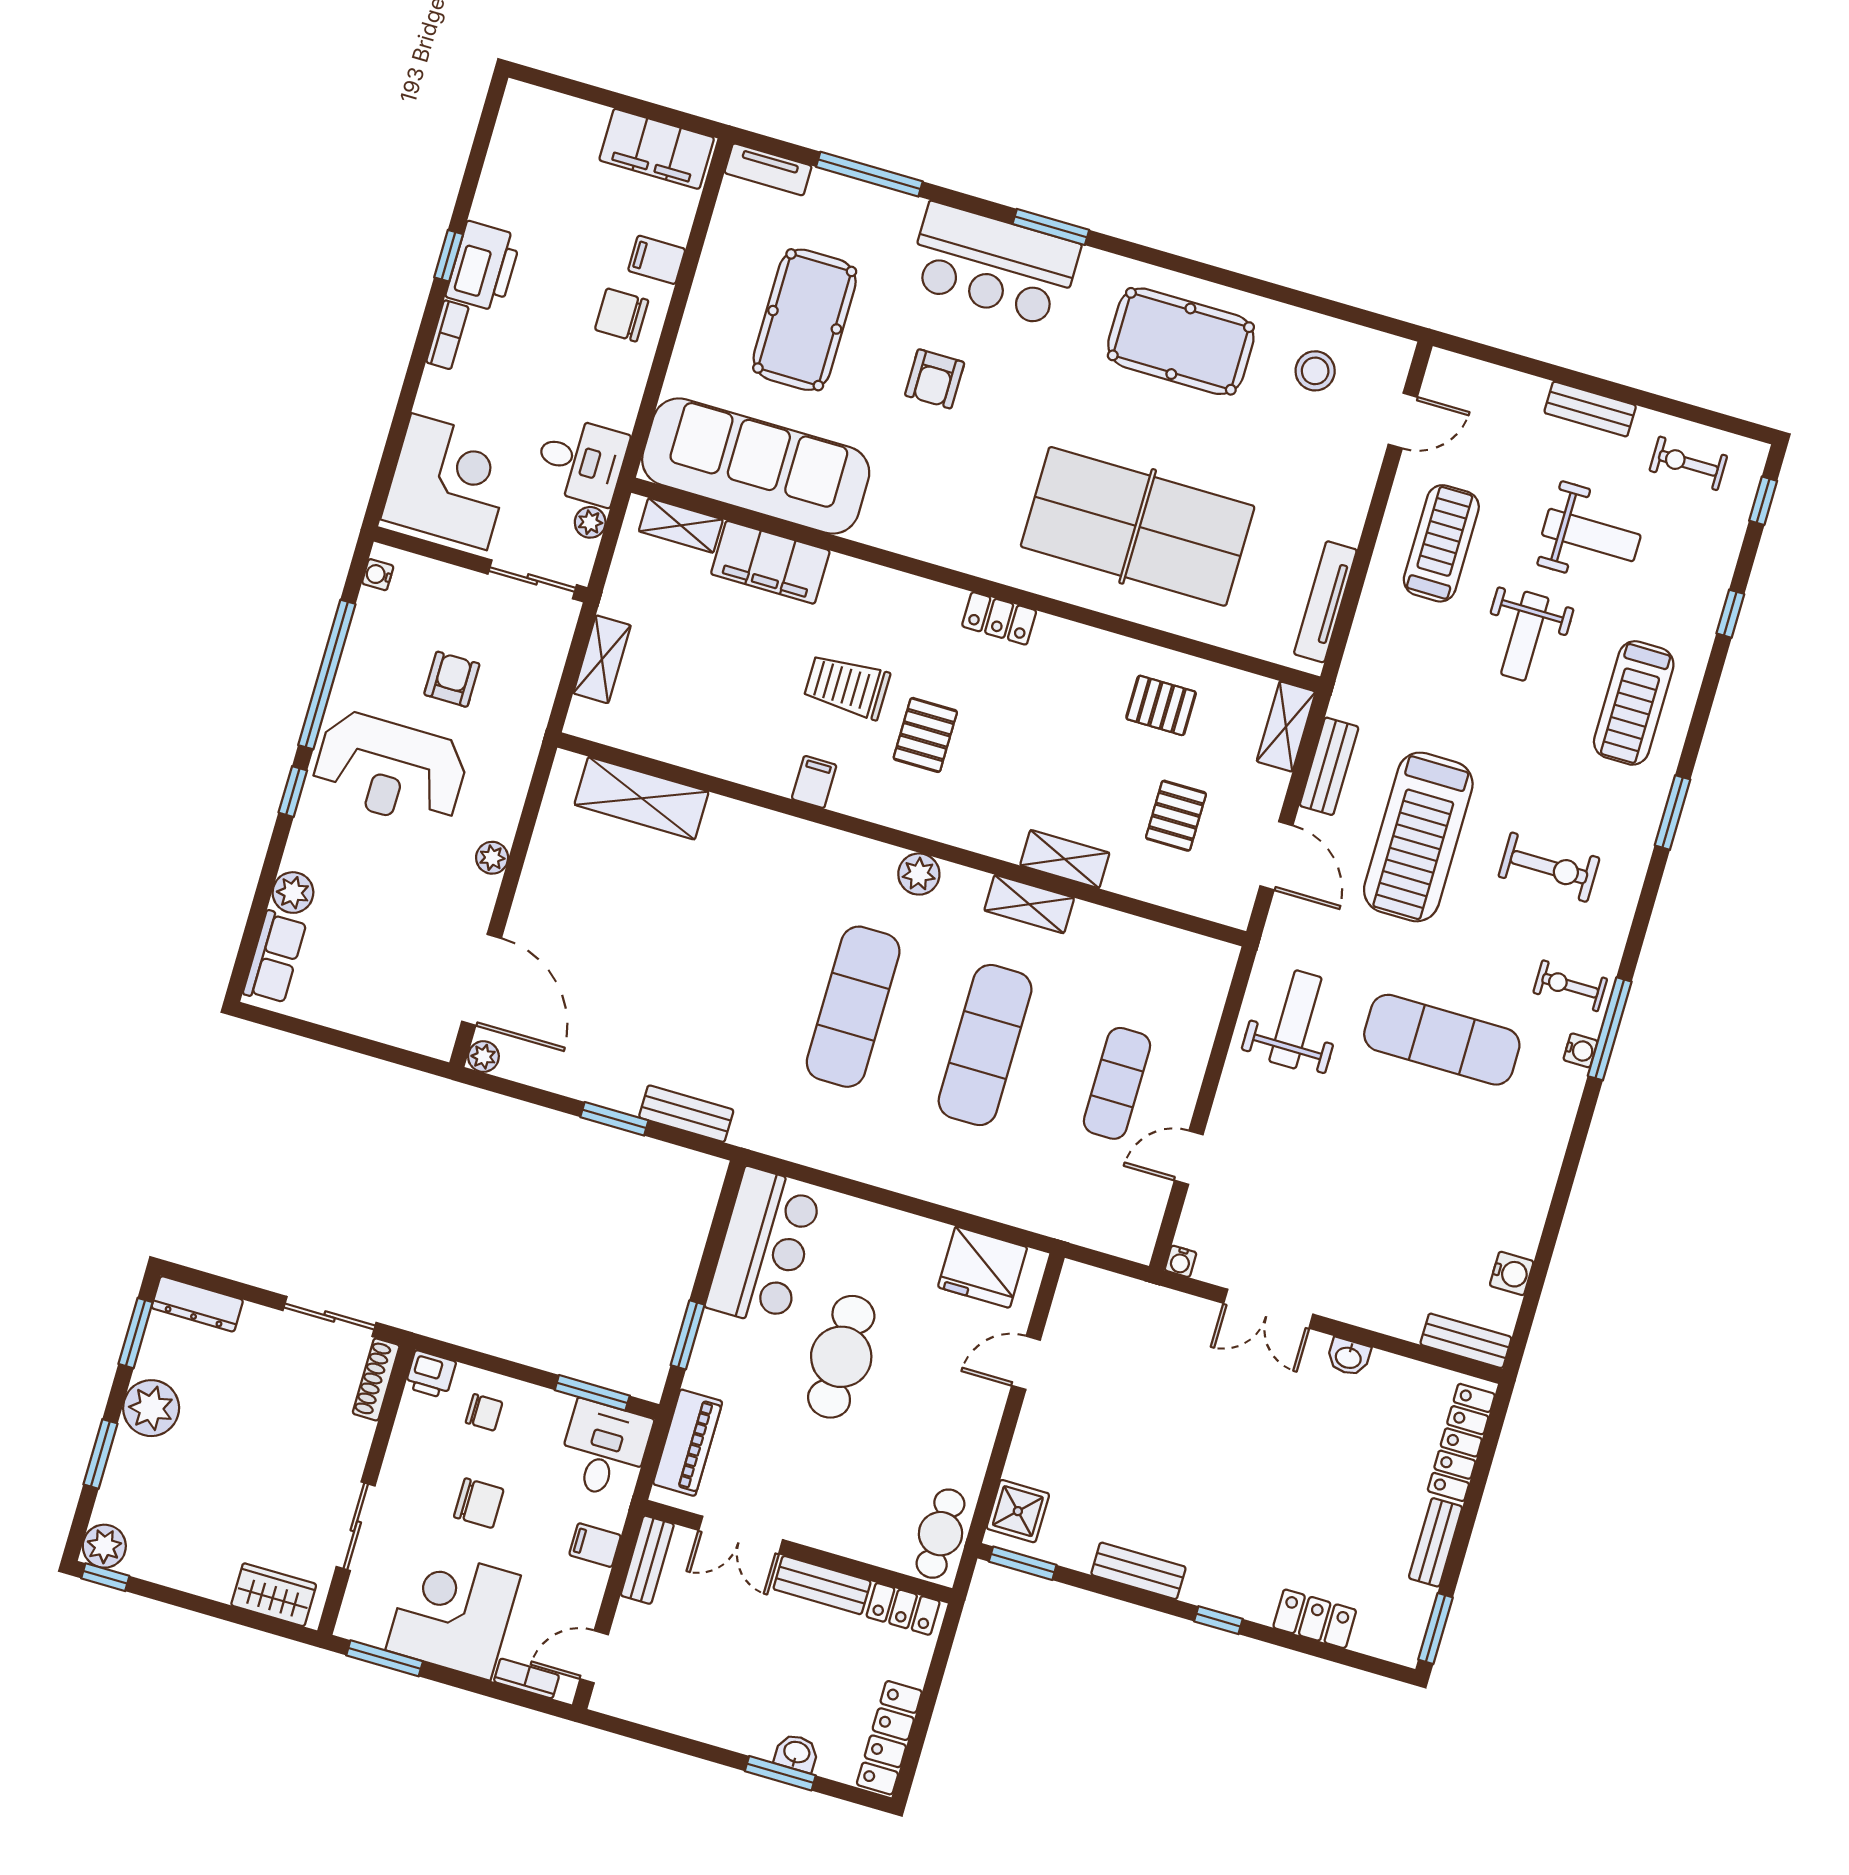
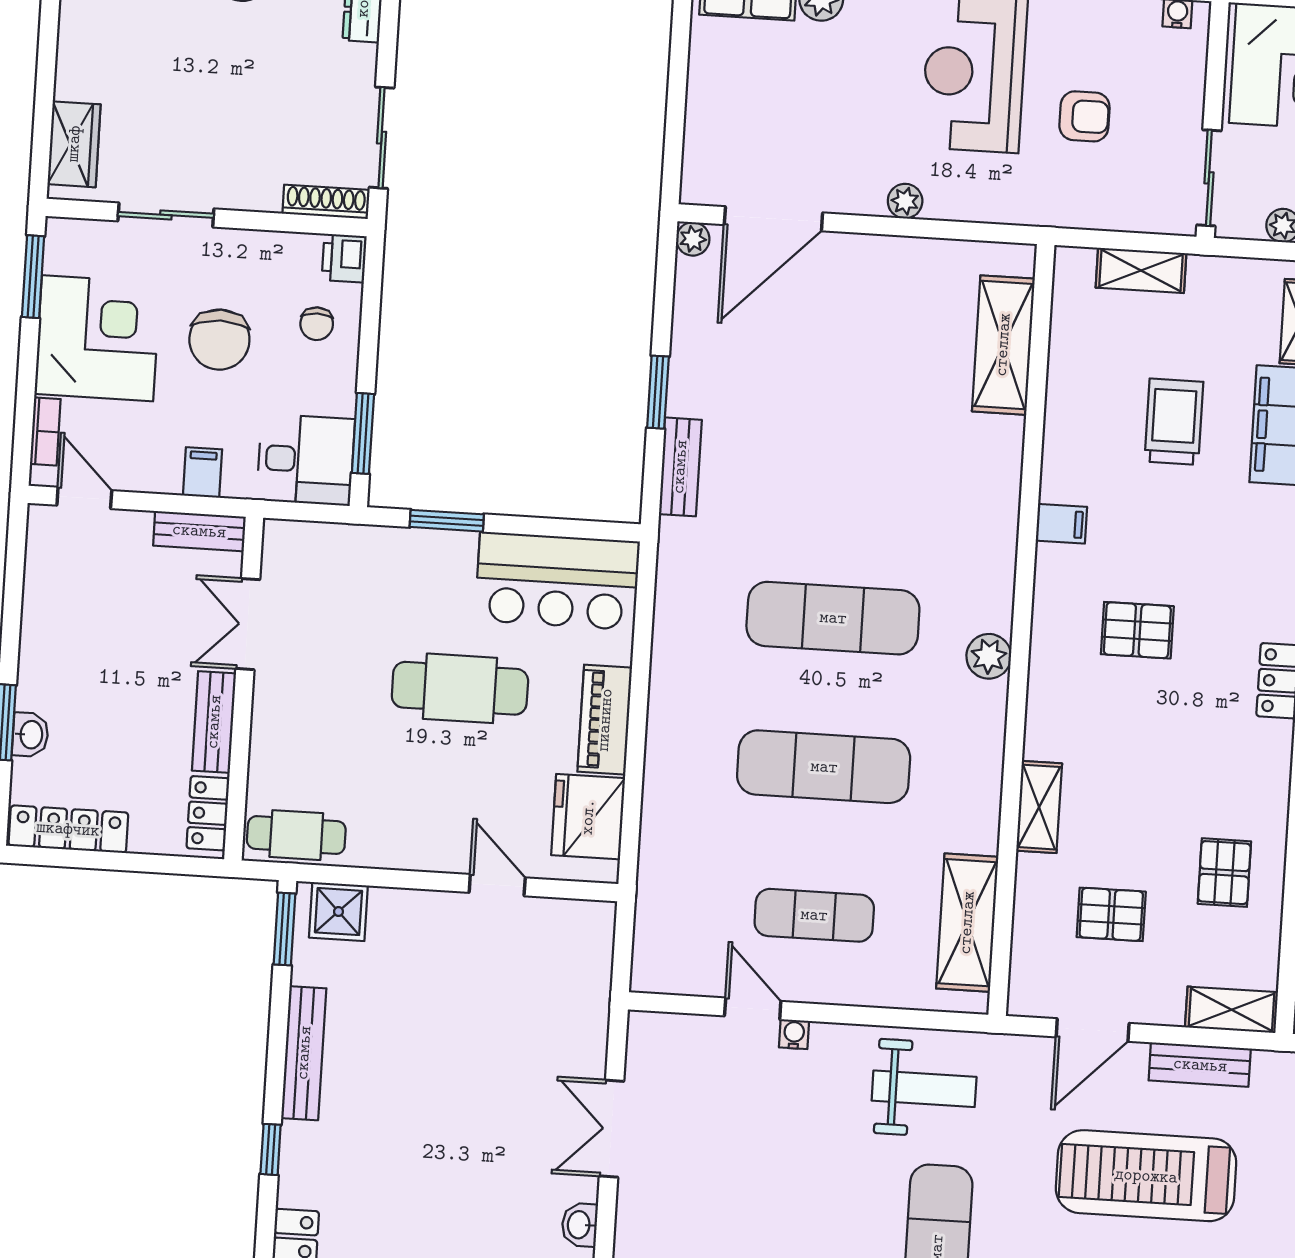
trolley: (847, 686) -> (1174, 422), moved
shelving: (1029, 904) -> (967, 923), moved, width x1.50, depth x1.33
water cooler: (1181, 1261) -> (794, 1034), moved, turned 90
piano: (688, 1443) -> (605, 720), moved, turned 90
chair: (479, 1503) -> (219, 340), width x1.37, depth x1.37
bench: (1138, 1571) -> (304, 1053), width x1.36

